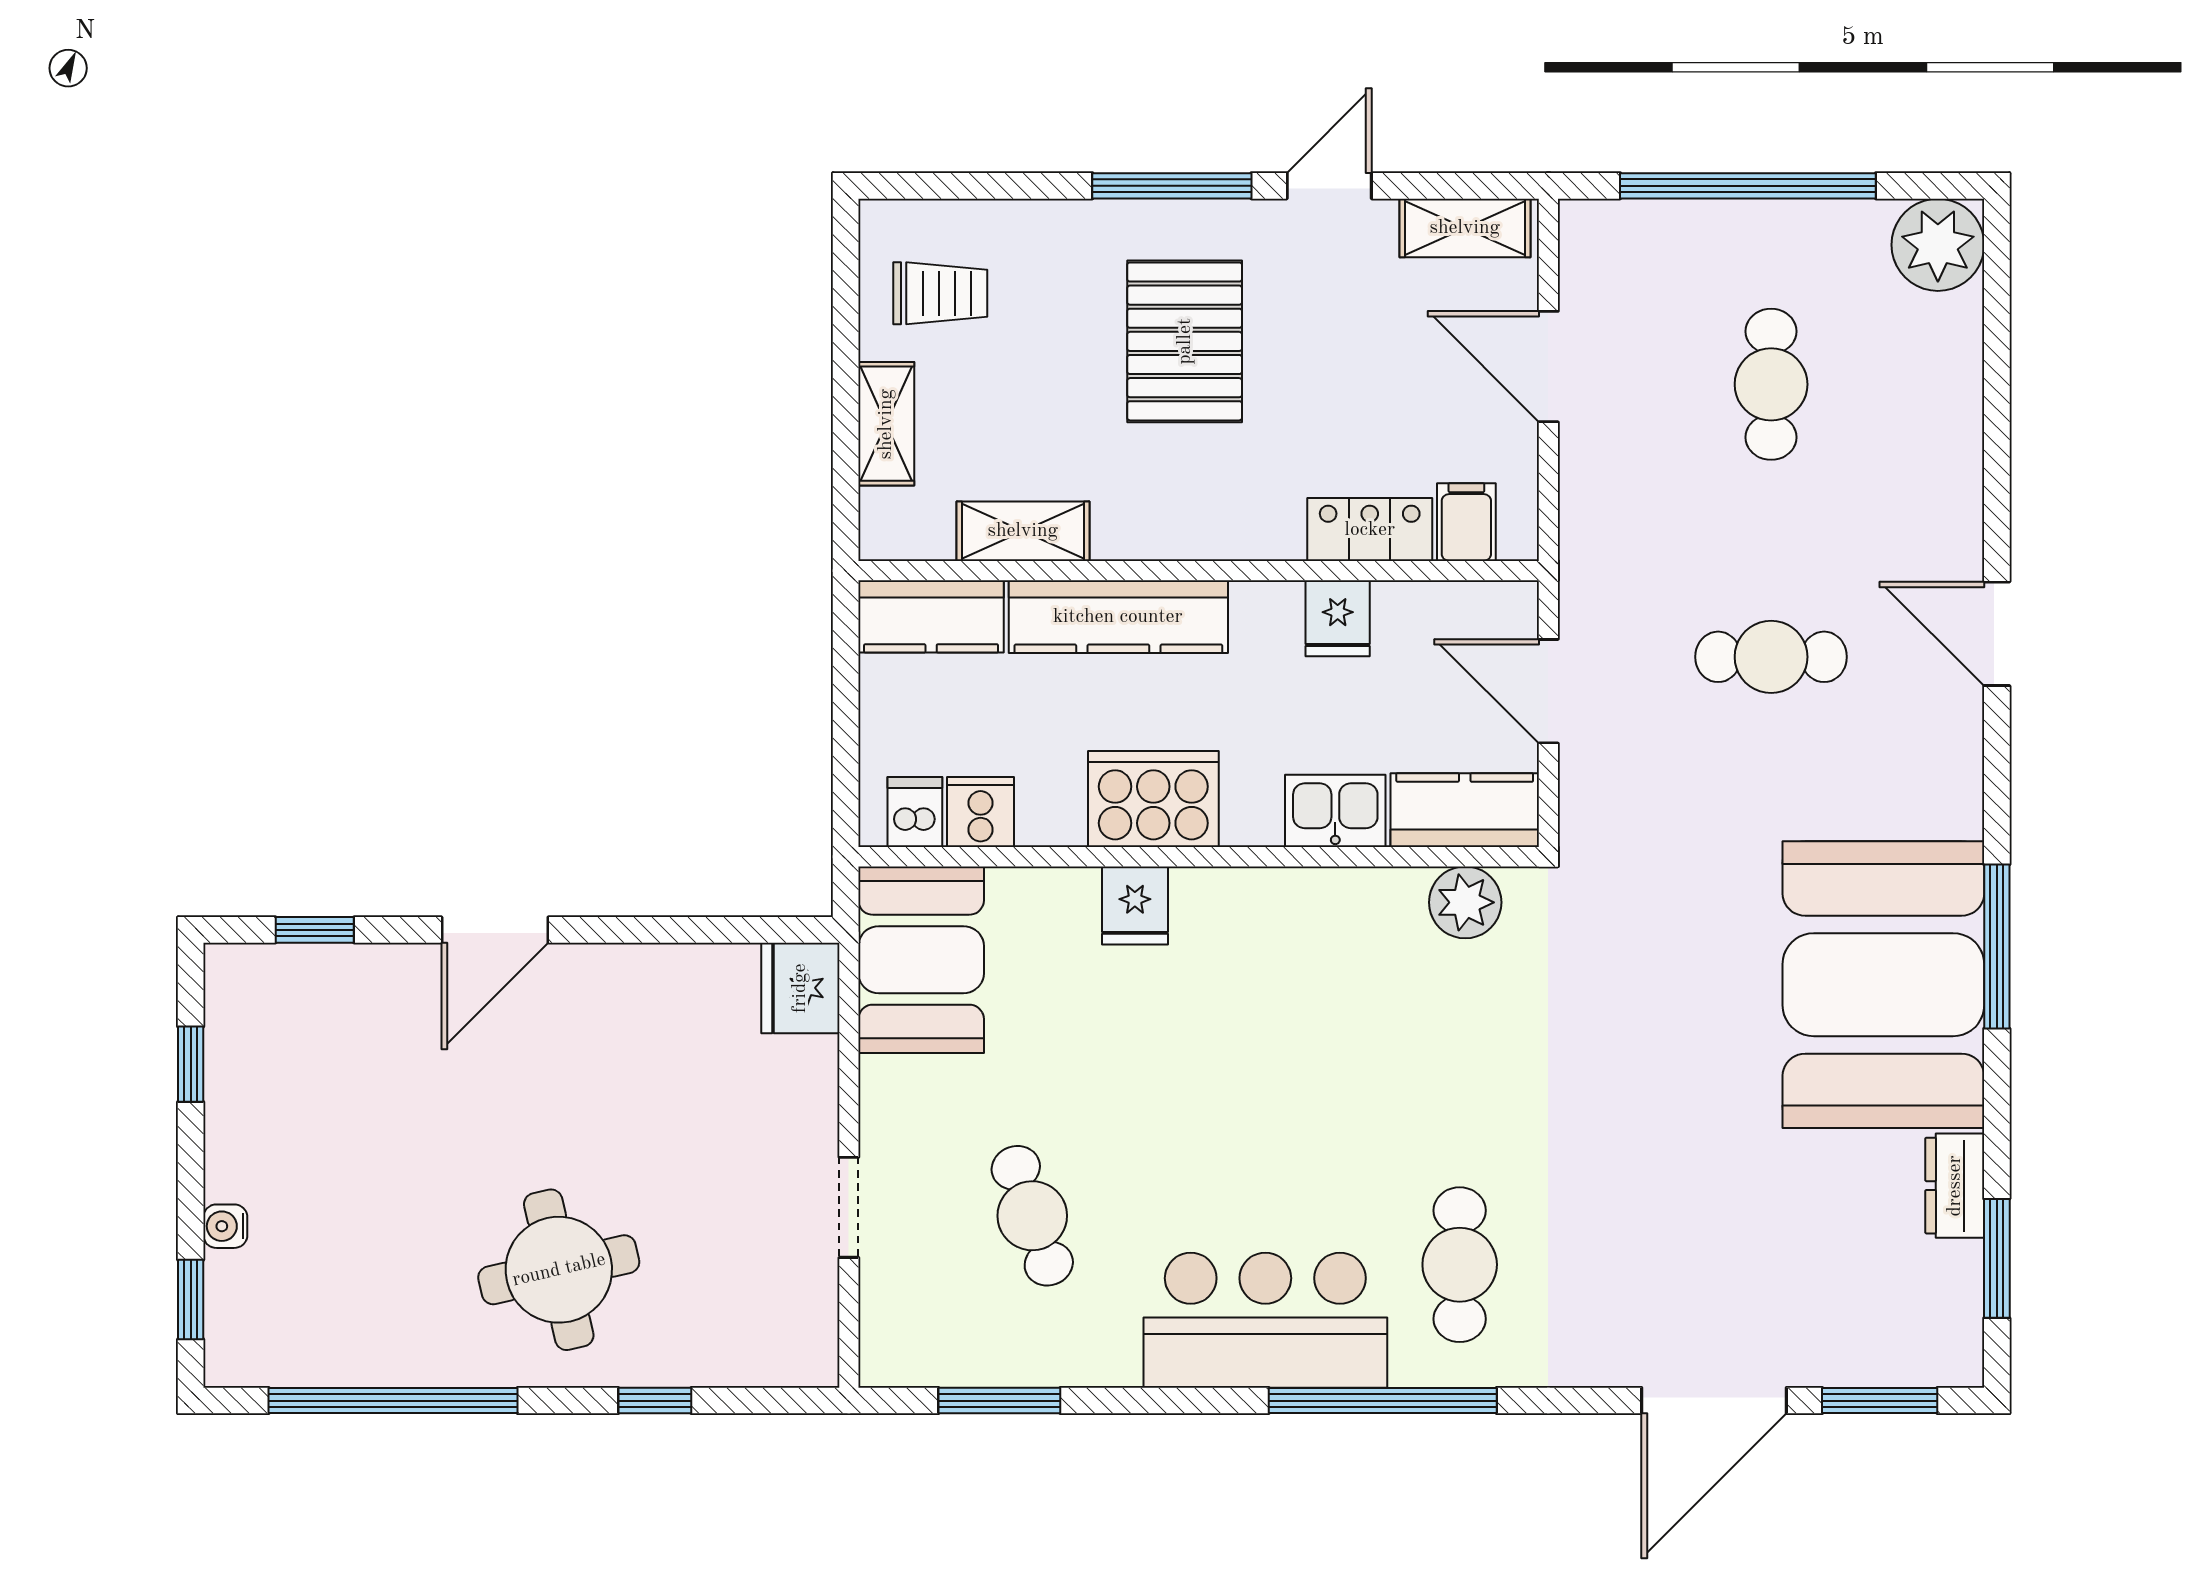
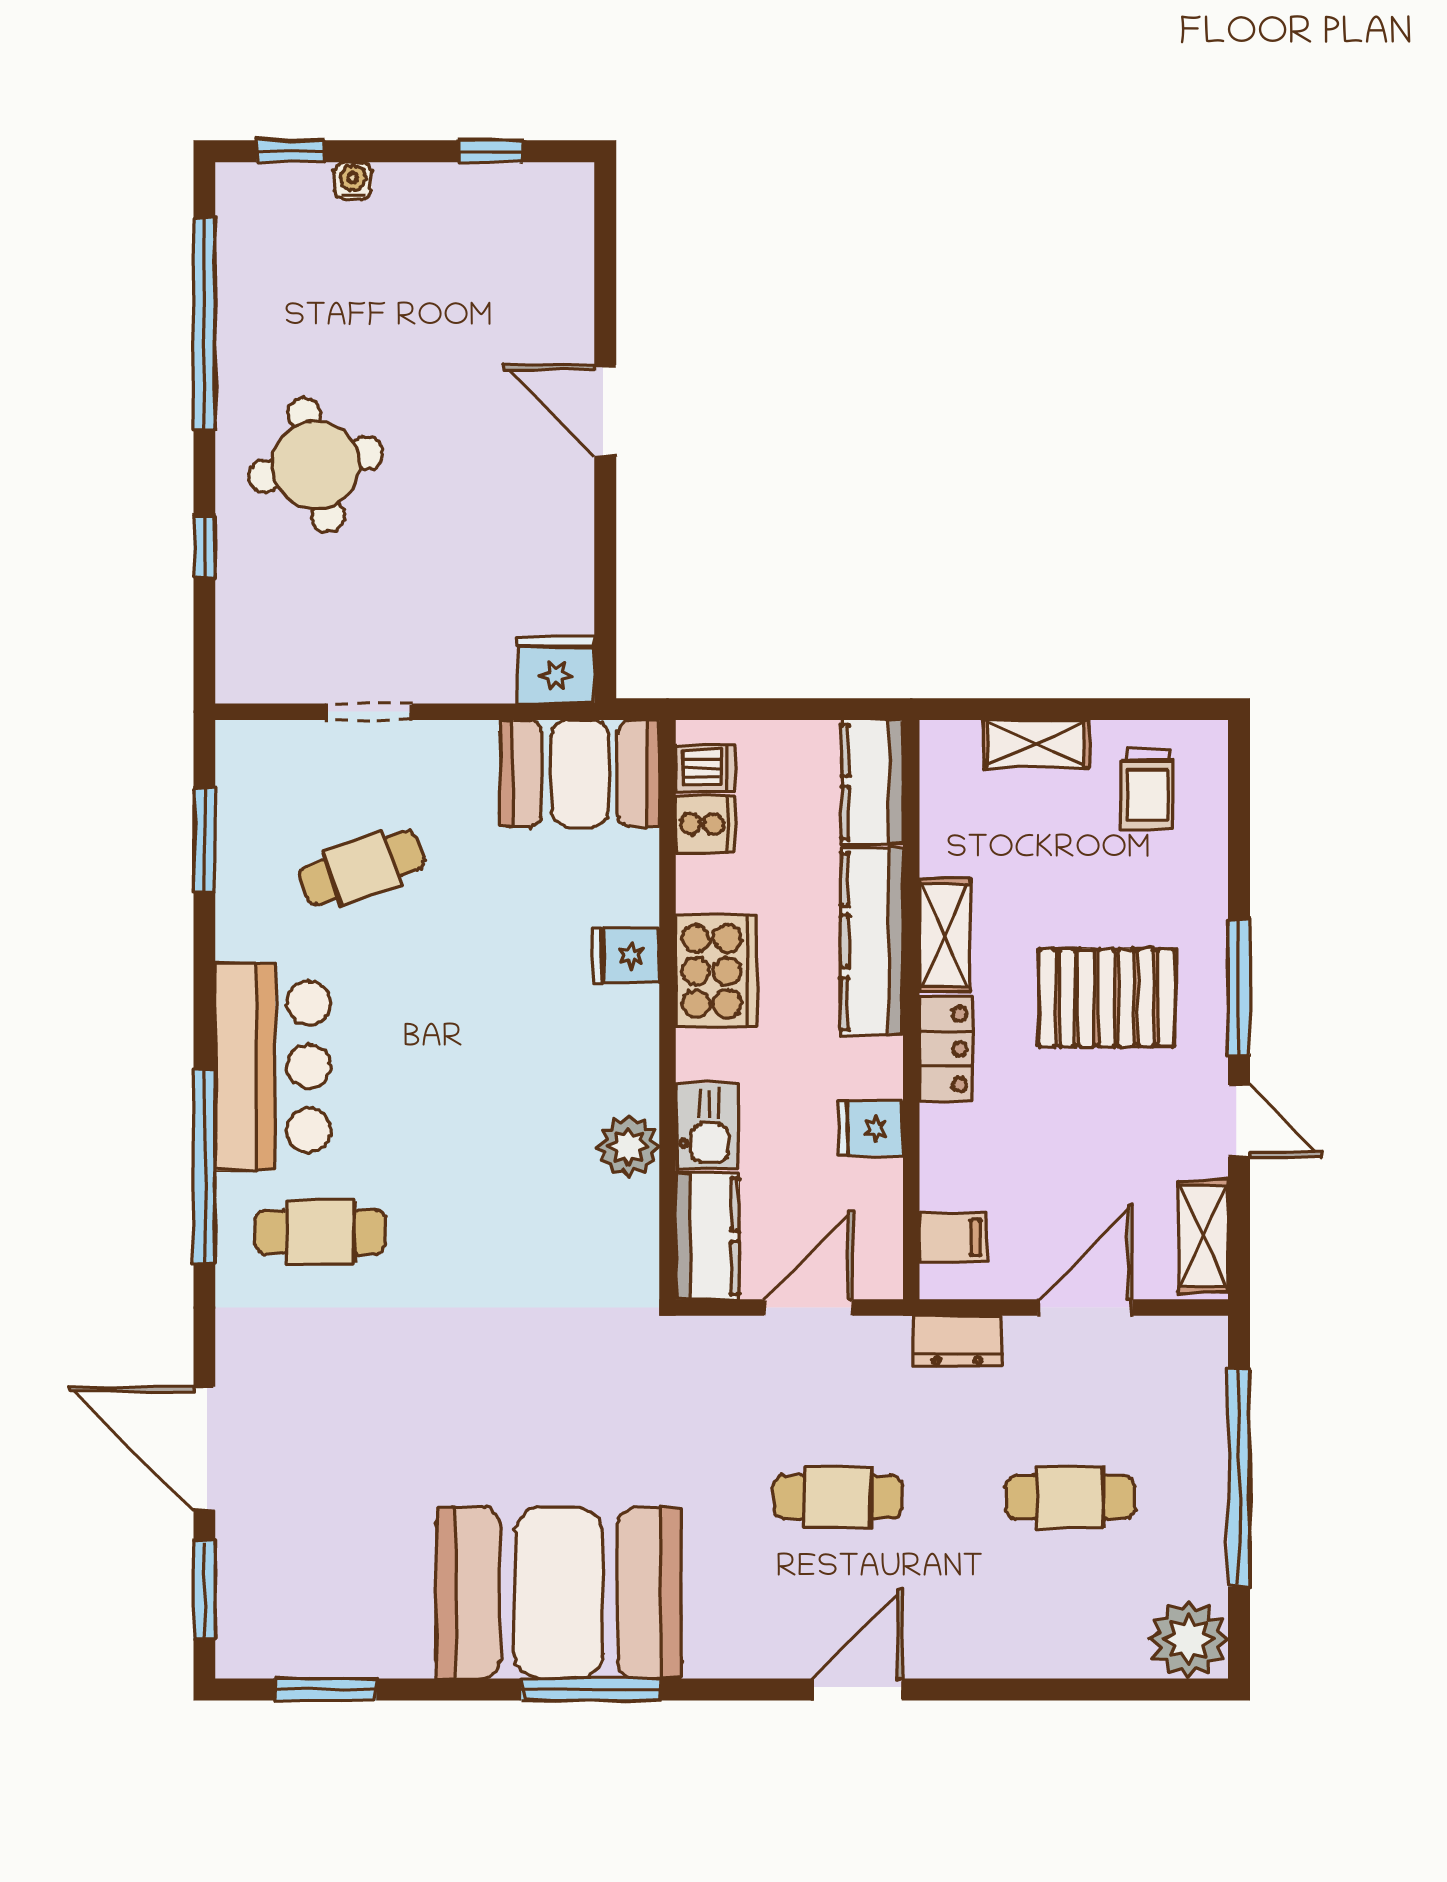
locker: (1370, 530) -> (946, 1049), moved
shelving: (1023, 531) -> (945, 935), moved
cafe table: (1771, 657) -> (838, 1497), turned 90
plant: (1465, 902) -> (629, 1146), moved
window: (315, 930) -> (605, 257), removed
dresser: (1955, 1186) -> (957, 1341), moved, turned 180

